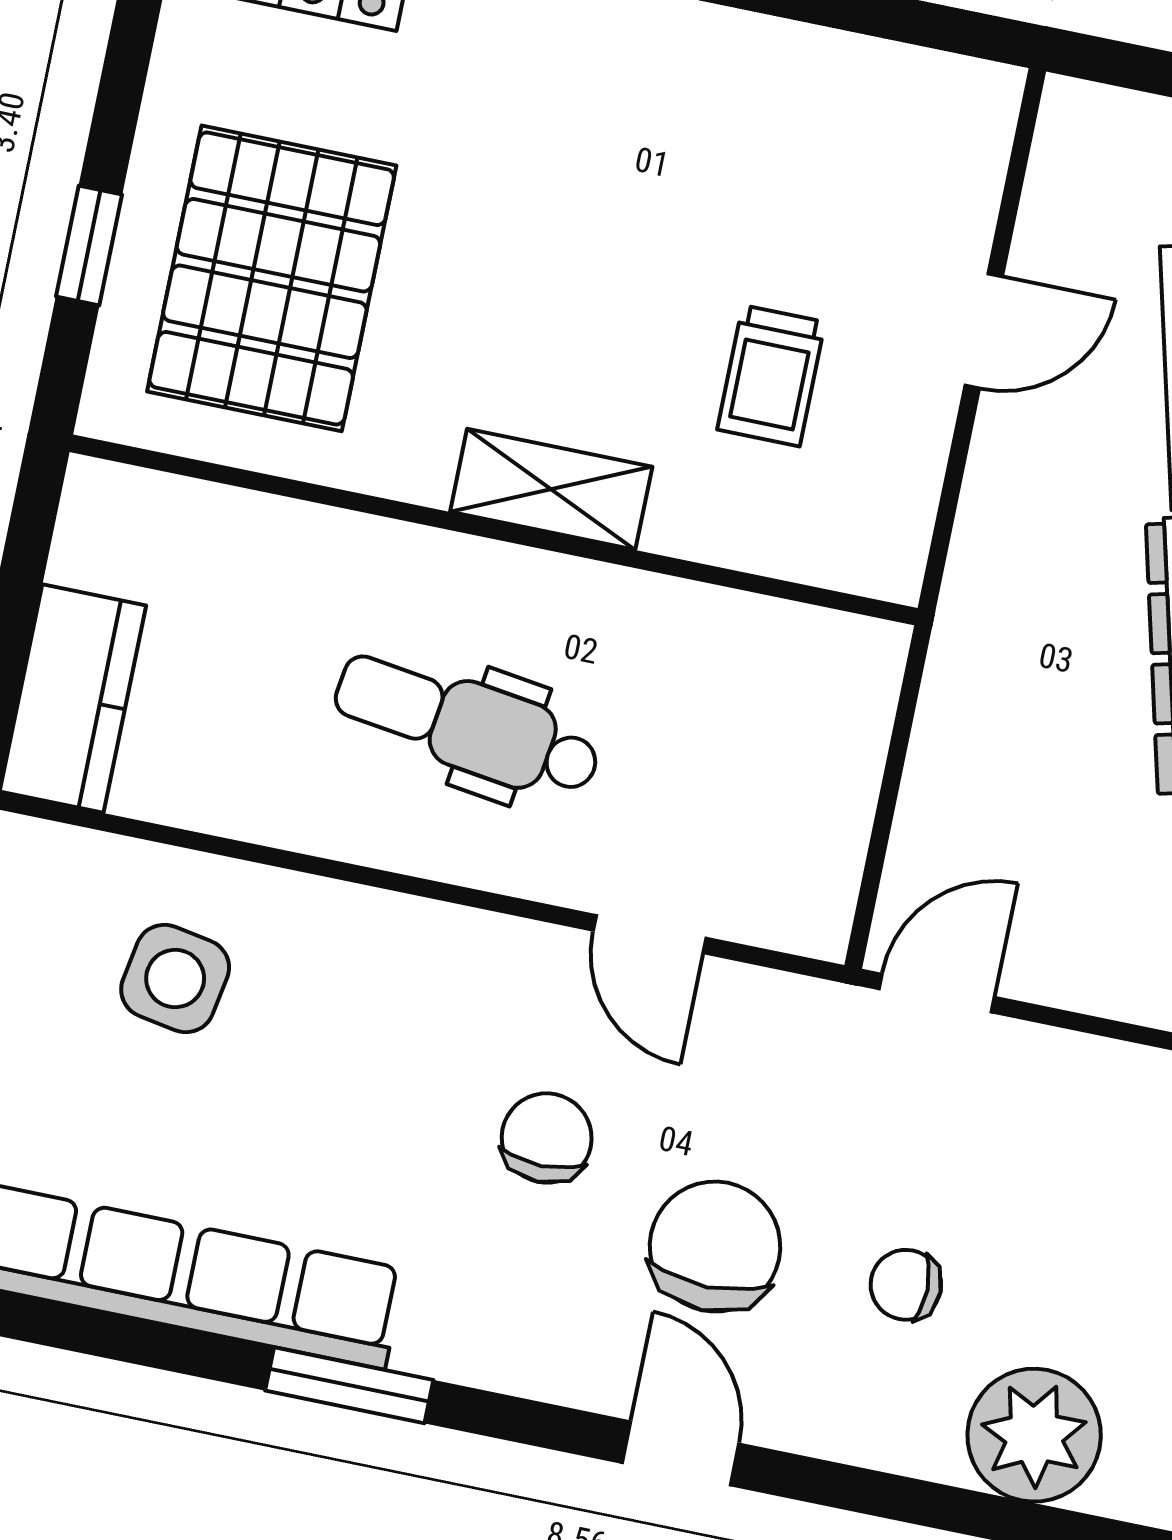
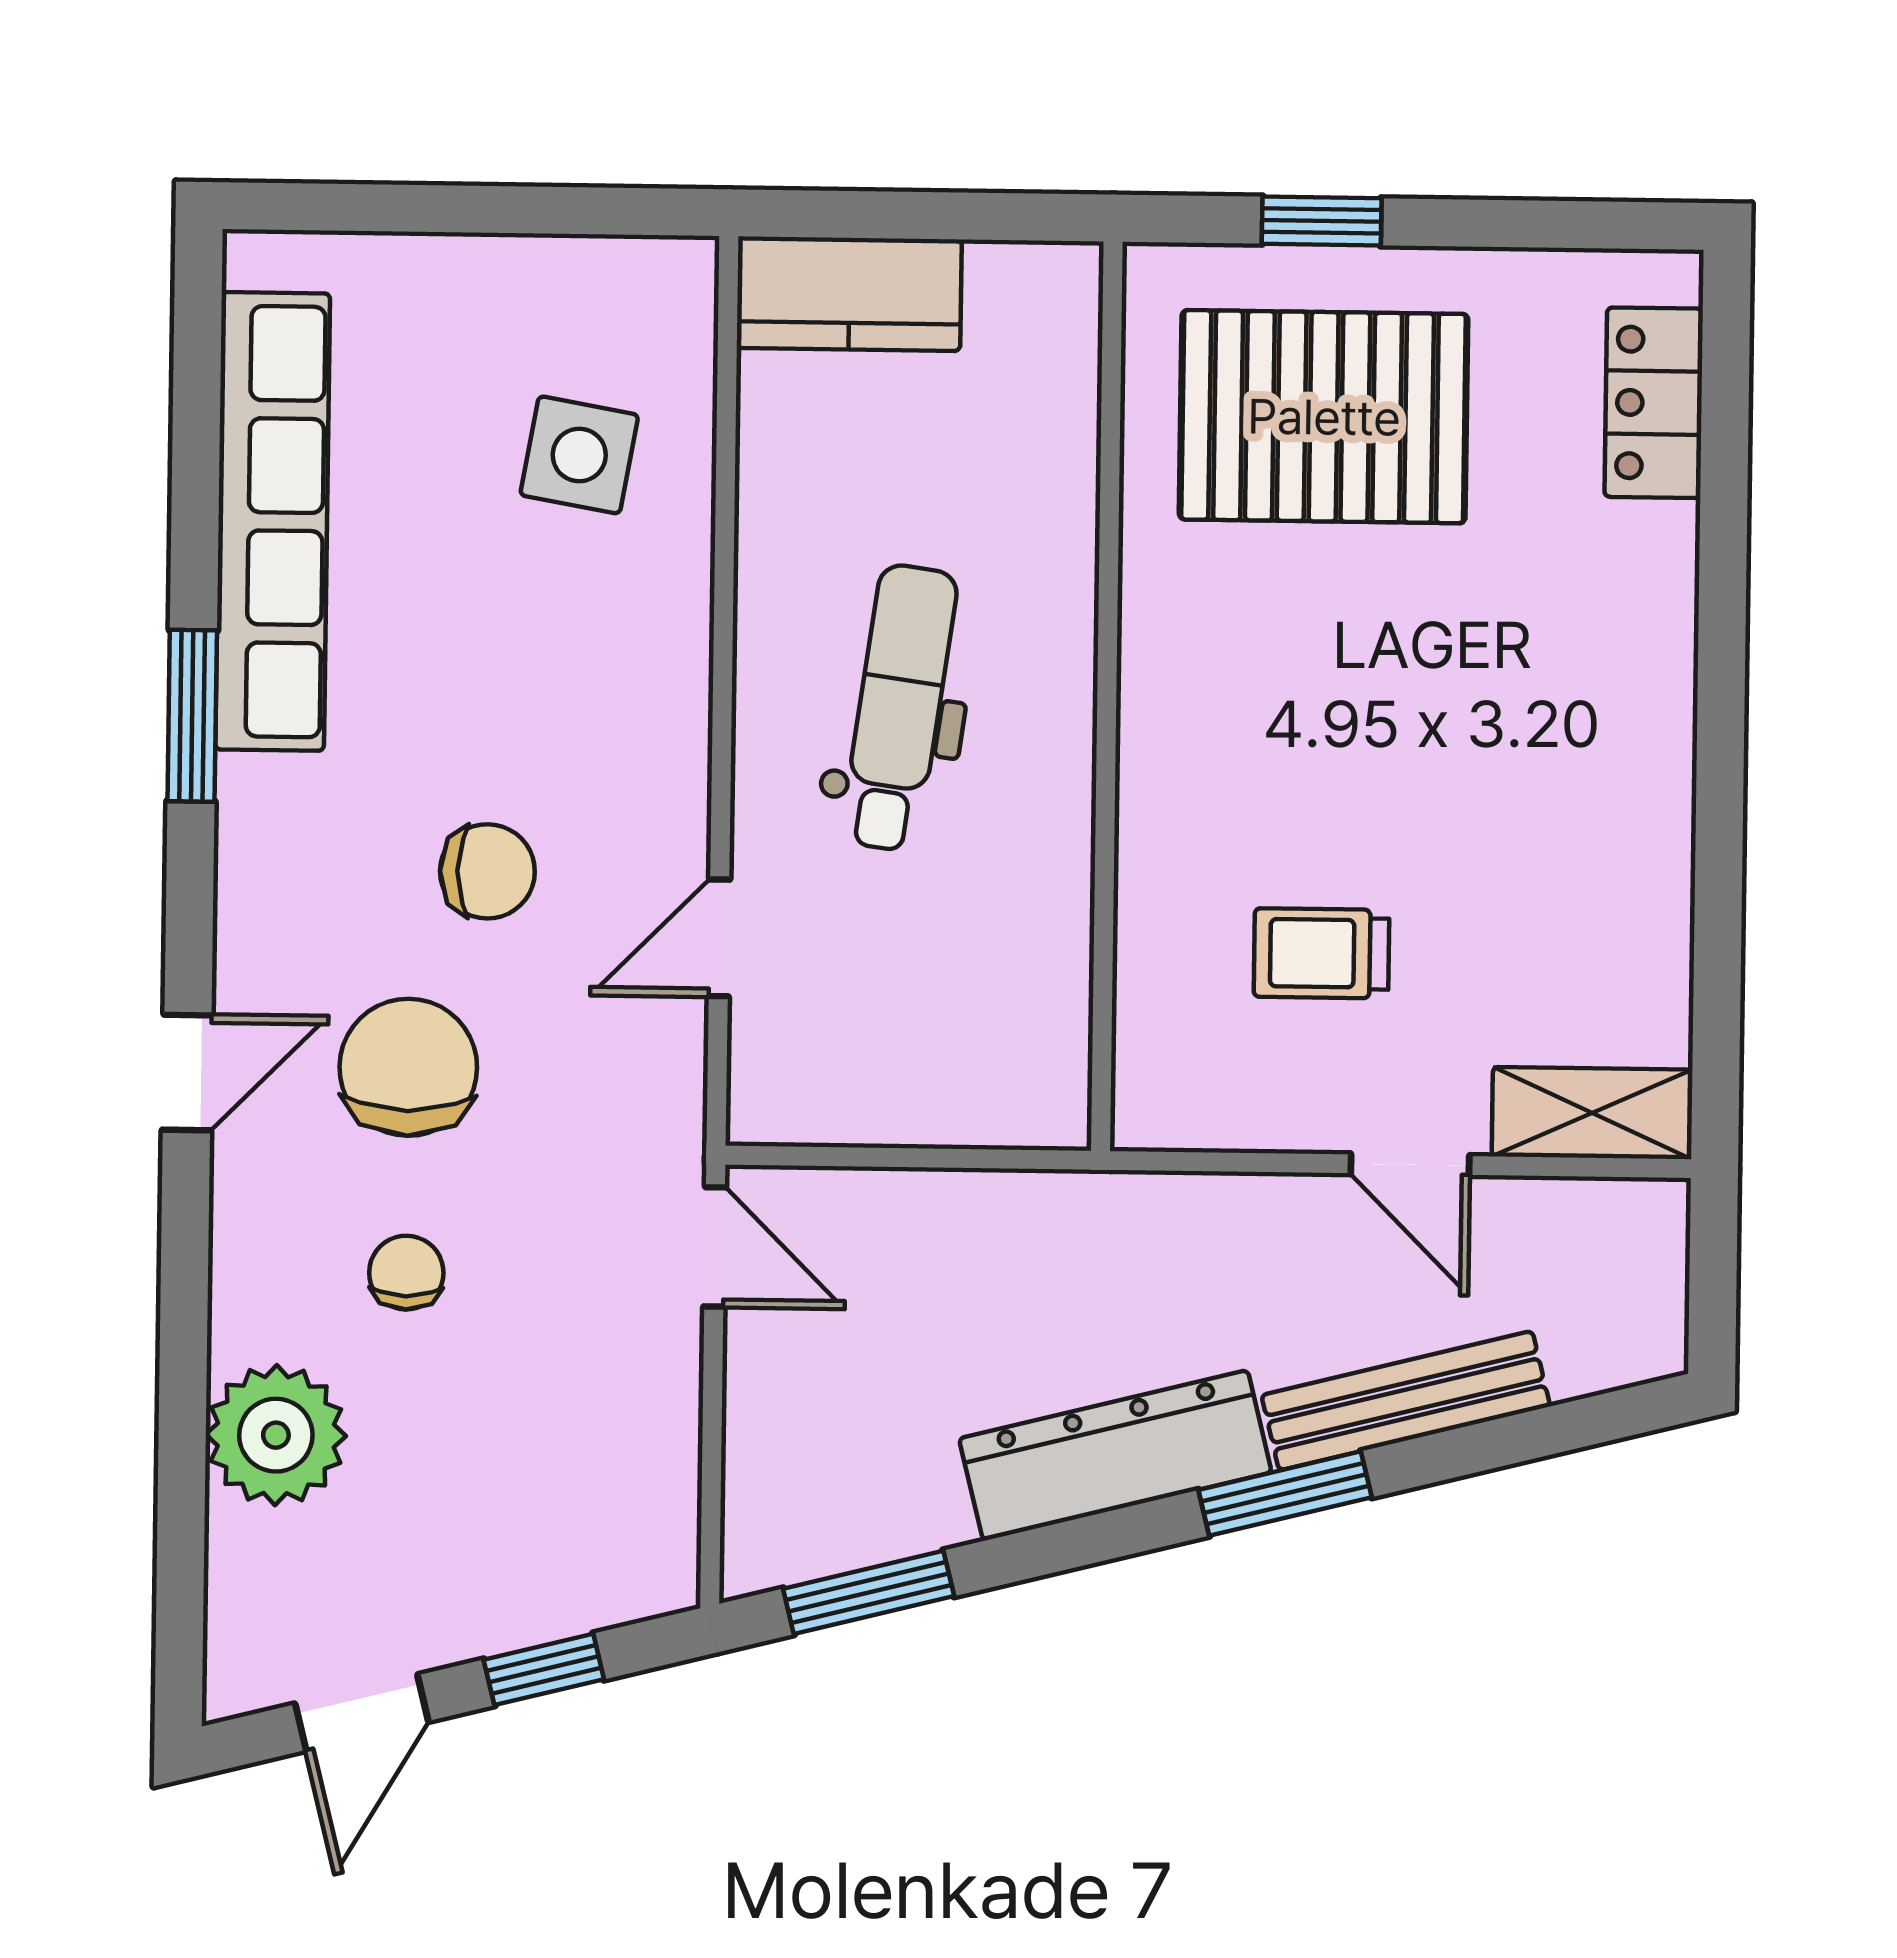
shelving: (551, 489) -> (1592, 1113), moved, turned 90
chair: (715, 1247) -> (408, 1067), turned -90

